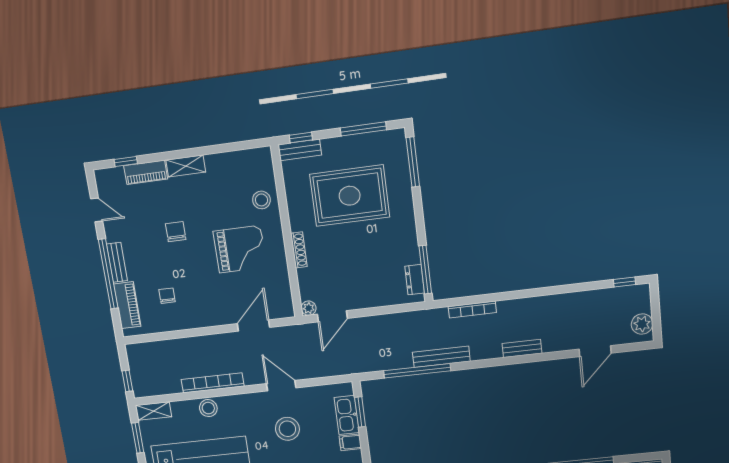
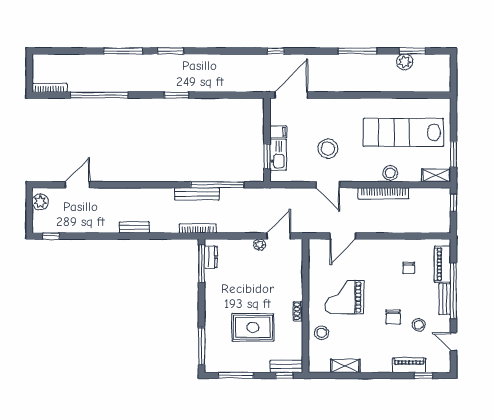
shelving: (186, 166) -> (345, 366), moved
rug: (350, 196) -> (253, 327), width x0.73, depth x0.69
stool: (143, 226) -> (419, 325), added
shoe rack: (299, 250) -> (298, 311), moved, width x0.70
plant: (309, 308) -> (260, 245), moved
bookcase: (472, 310) -> (198, 228), moved
bench: (522, 348) -> (134, 227), moved

